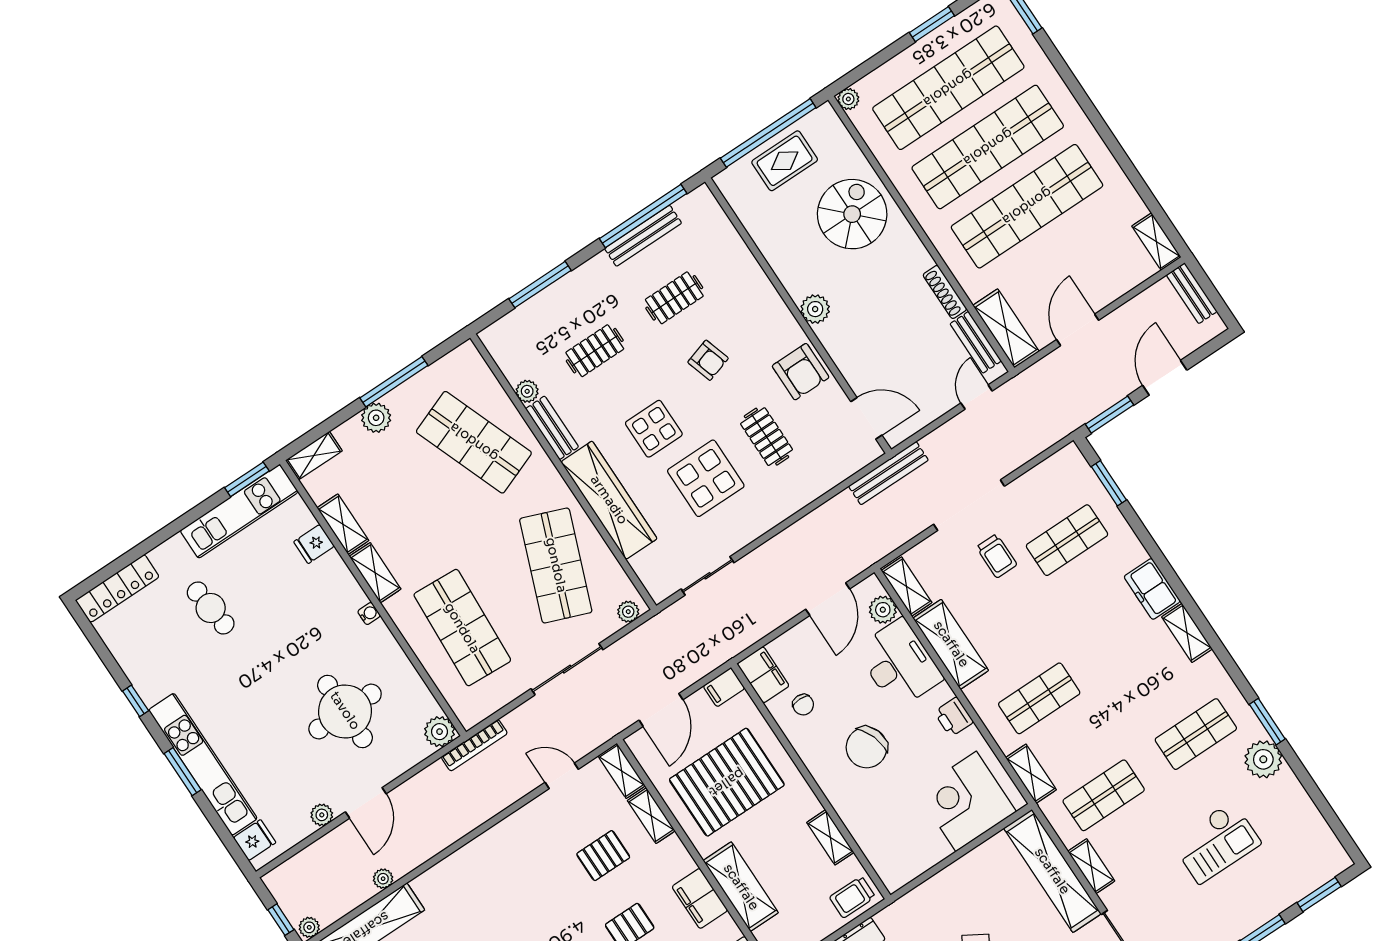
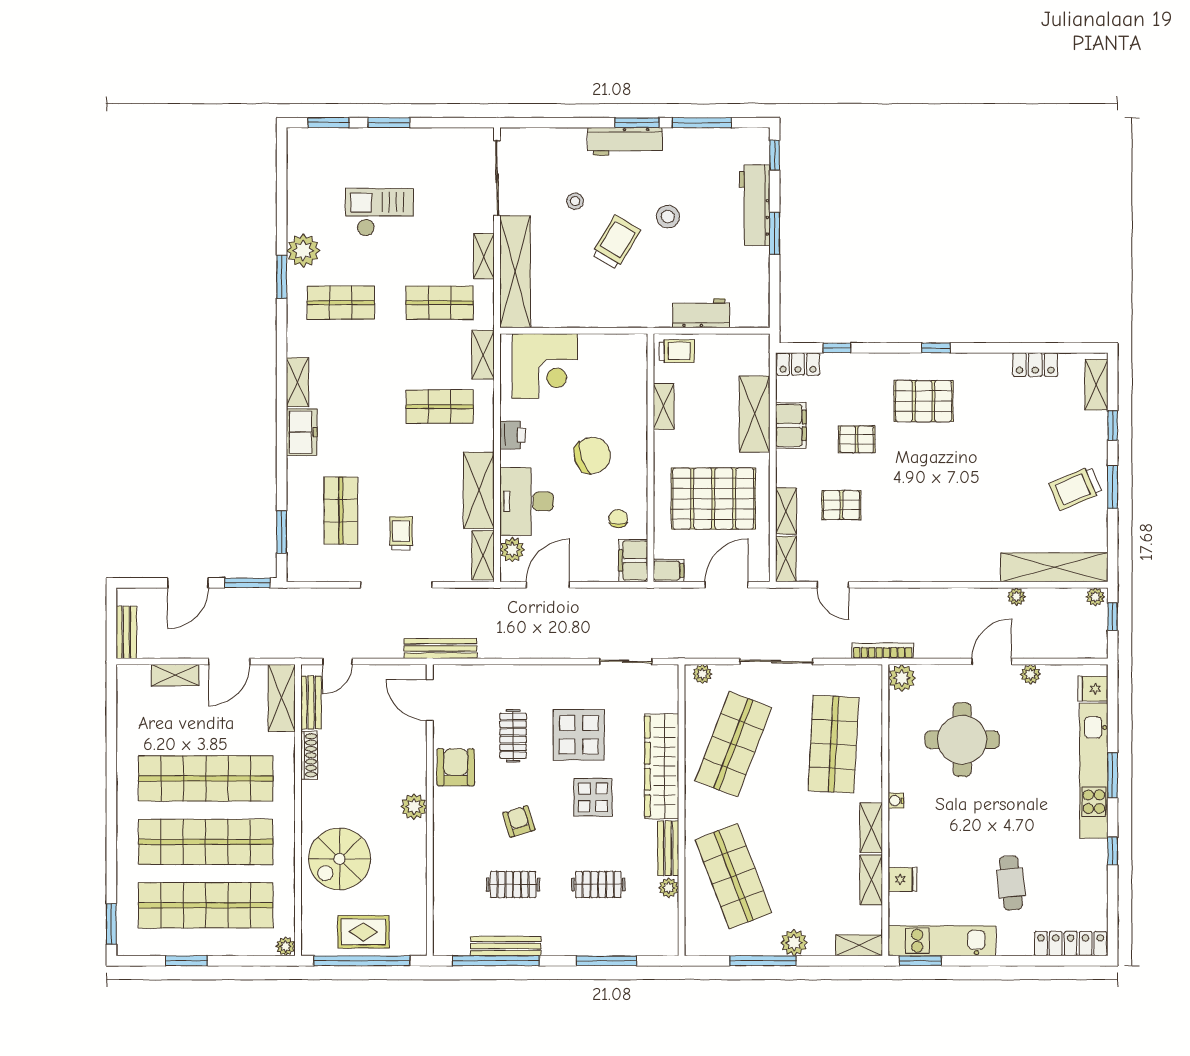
shelving: (1156, 242) -> (175, 675), moved, turned 90
shop shelf: (1067, 540) -> (341, 510), turned 90

